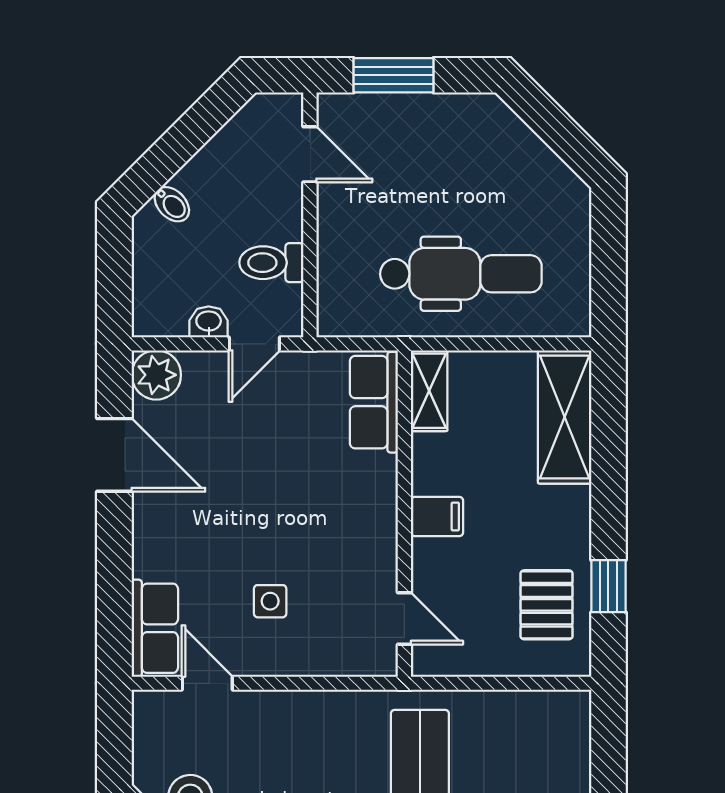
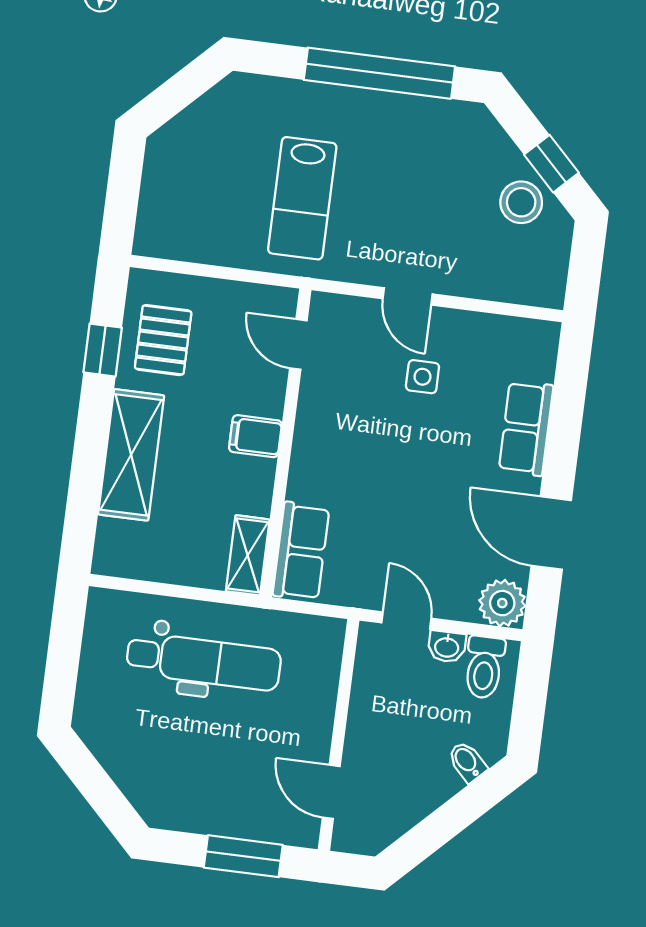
toilet: (271, 263) -> (484, 667), moved, turned 90
dental chair: (461, 274) -> (204, 661), turned 180
door: (254, 344) -> (406, 621), hinge flipped
shelving: (565, 417) -> (131, 455), moved
row of seats: (155, 628) -> (526, 428), moved
door: (207, 683) -> (408, 296), moved

